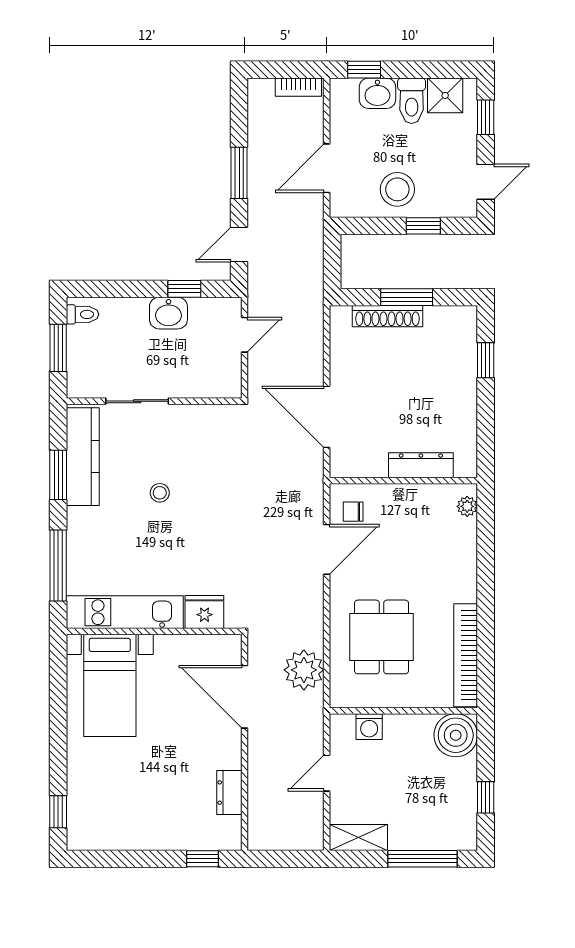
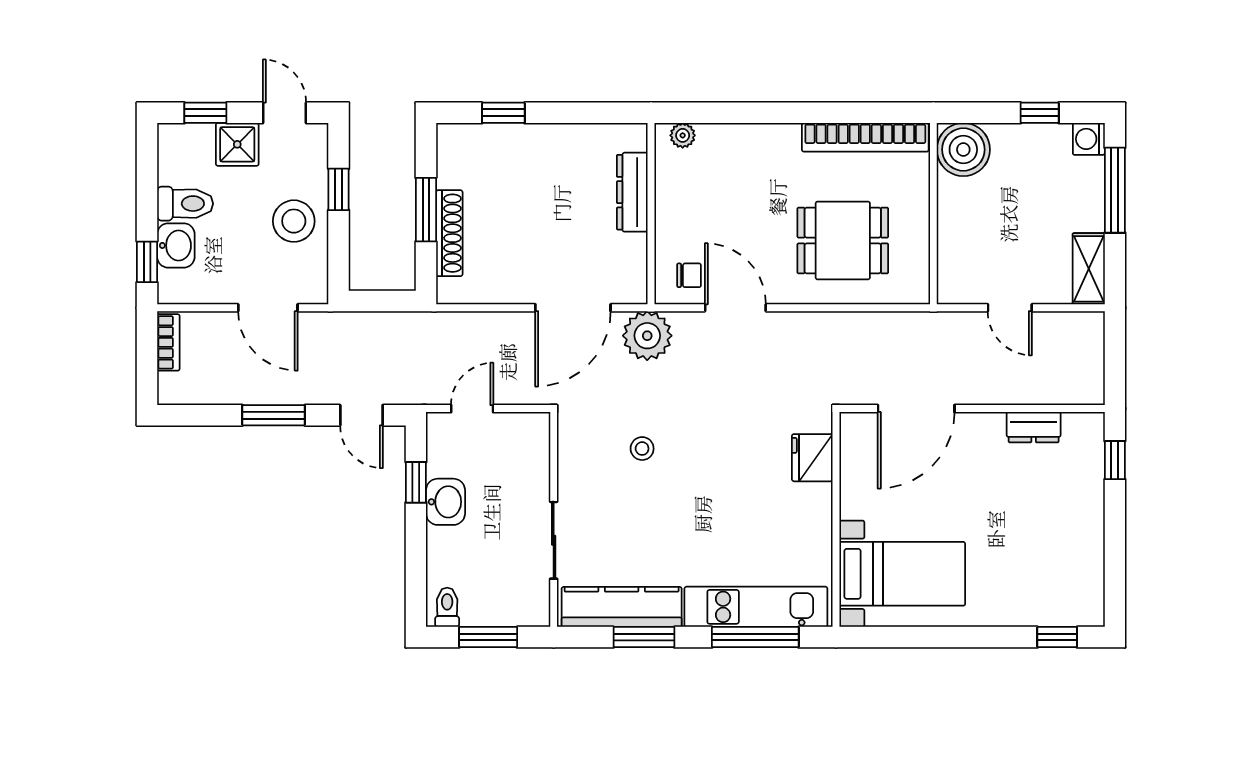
shower: (445, 95) -> (237, 144), moved
door: (245, 335) -> (472, 409), hinge flipped
stool: (160, 493) -> (642, 449), moved
chair: (353, 512) -> (689, 275), turned -90
kitchen unit: (125, 612) -> (756, 607), moved, turned 90
plant: (304, 670) -> (647, 336), moved
washing machine: (369, 727) -> (1089, 139), moved, turned 180

